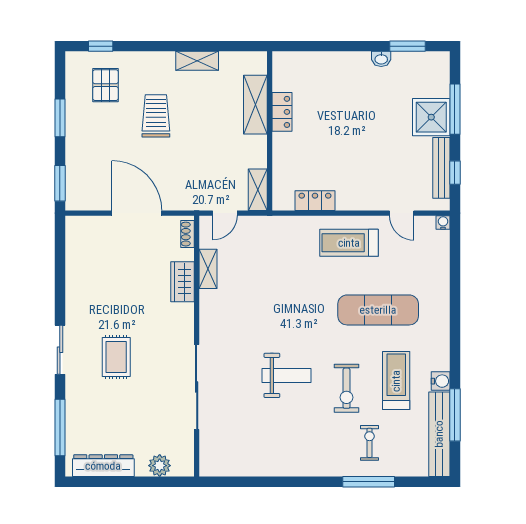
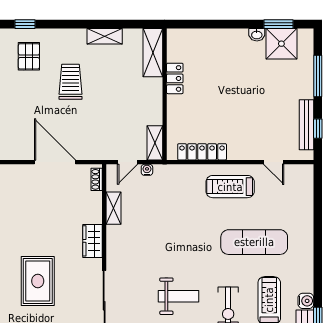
shelving: (255, 105) -> (153, 53), moved
shower: (431, 117) -> (281, 44), moved
locker: (315, 201) -> (202, 152), width x1.53
water cooler: (443, 222) -> (147, 170), moved
wardrobe: (182, 282) -> (93, 241), moved
rug: (116, 357) -> (38, 281), width x1.36, depth x1.43

